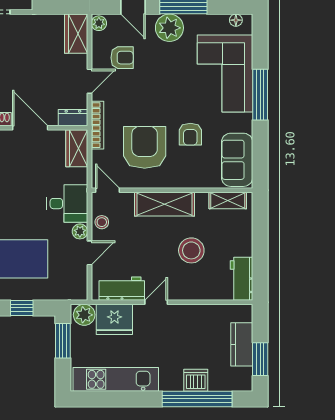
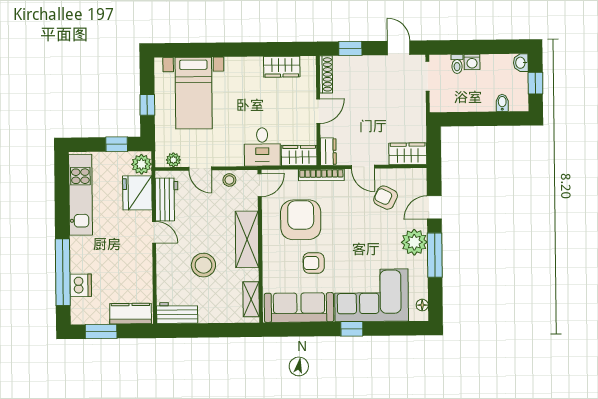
plant: (99, 23) -> (418, 175), removed
armchair: (122, 58) -> (386, 198), turned 116
window: (260, 95) -> (352, 329), width x0.46
door: (30, 128) -> (318, 111), width x0.73
armchair: (145, 147) -> (301, 220), turned -90
sofa: (237, 160) -> (299, 307), width x1.36
desk: (67, 204) -> (262, 147), moved
plant: (80, 231) -> (173, 160), moved
window: (63, 341) -> (117, 144), width x0.67
kitchen counter: (242, 344) -> (131, 314), moved
dishwasher: (196, 380) -> (81, 285), moved

